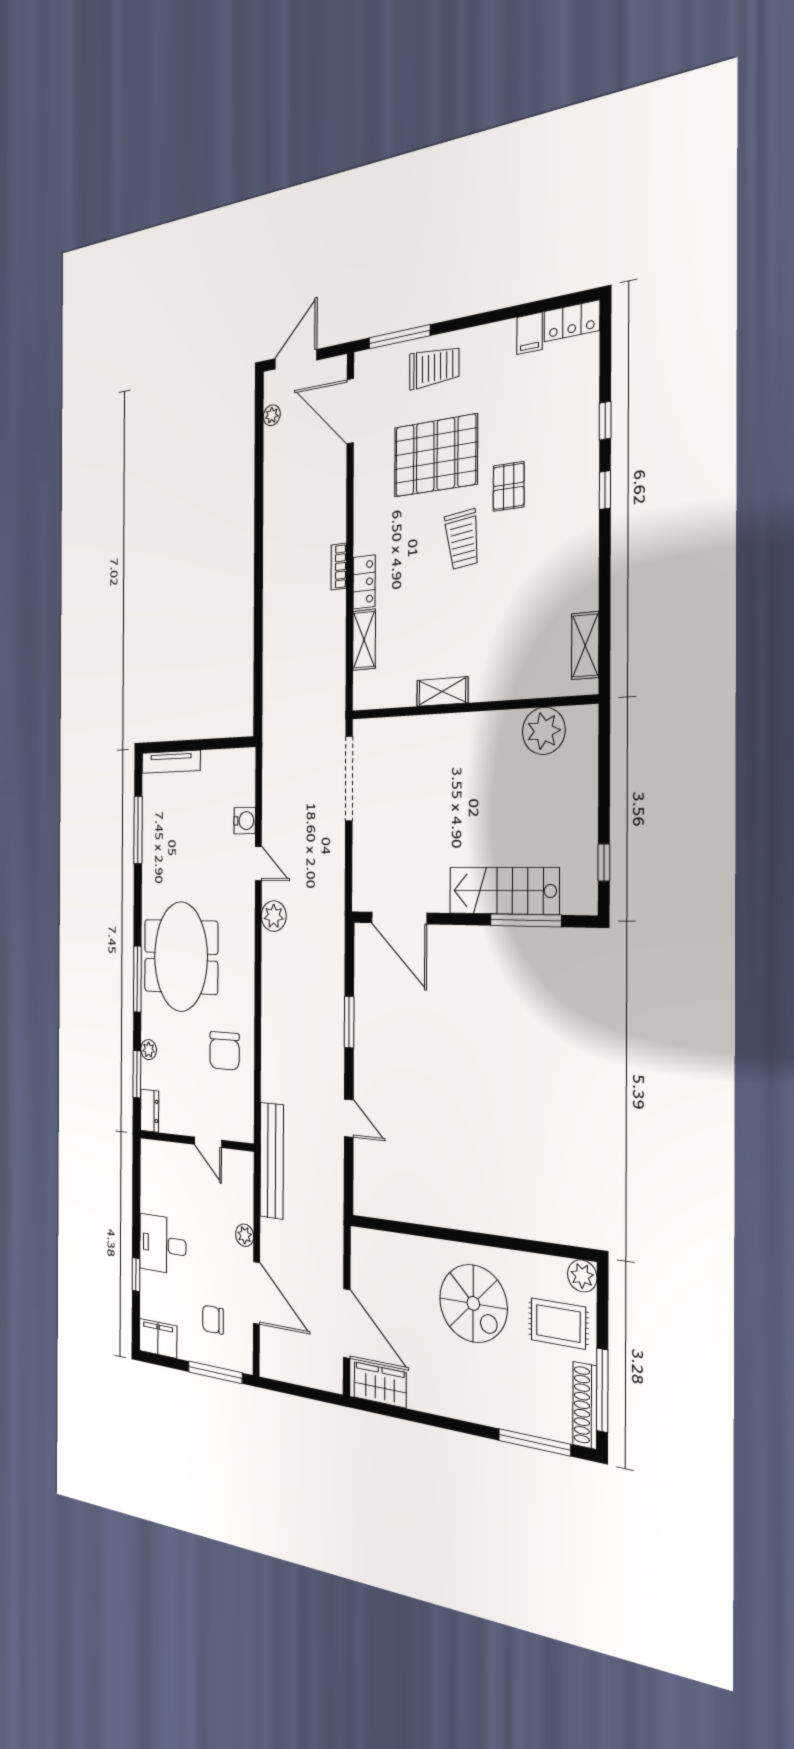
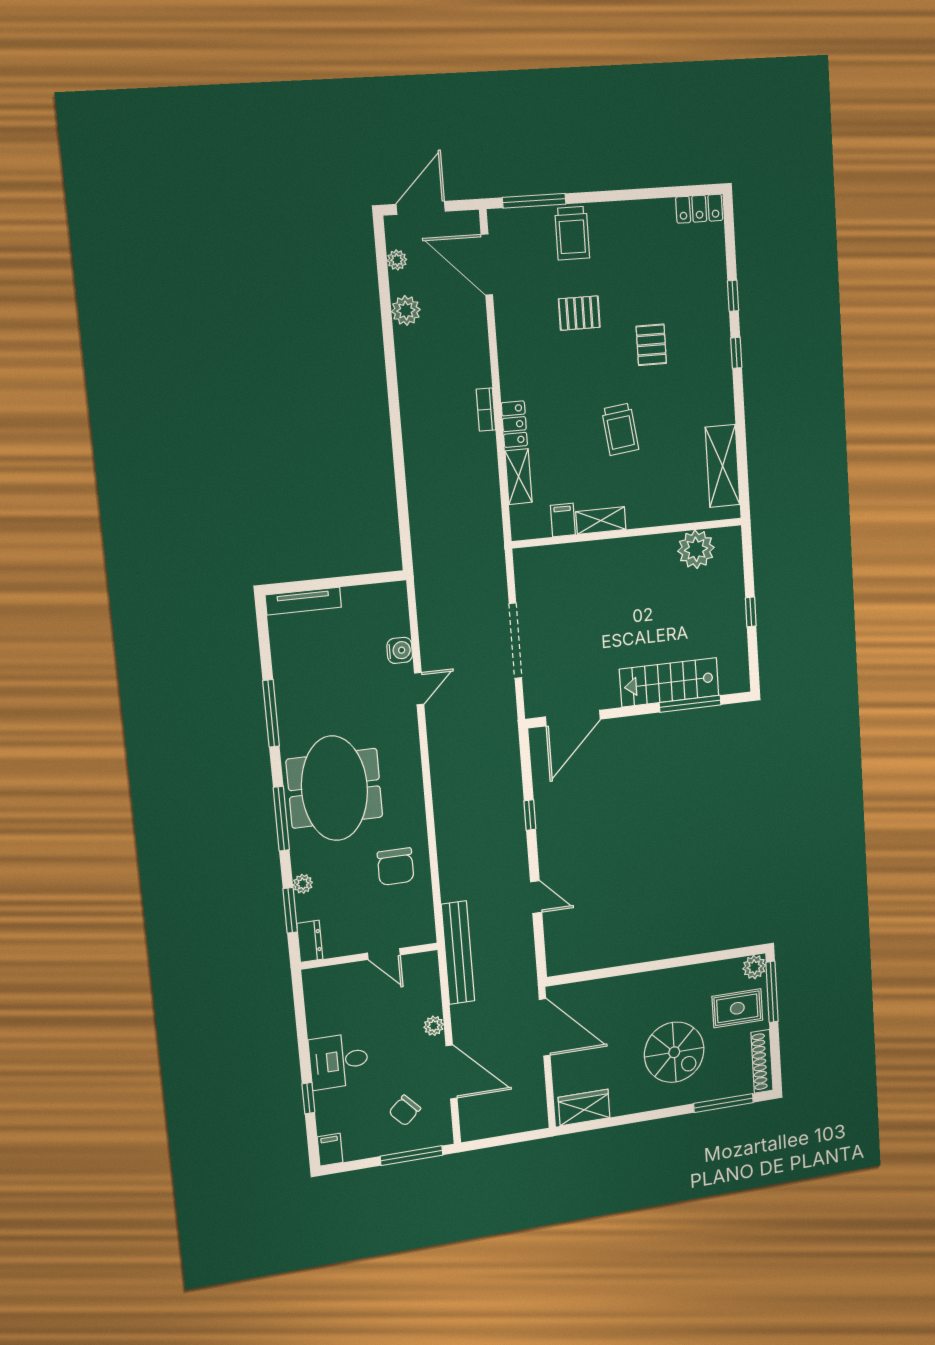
filing cabinet: (530, 333) -> (563, 520), moved, turned 180
trolley: (434, 367) -> (572, 233), turned 90
pallet: (436, 456) -> (579, 313), width x0.49, depth x0.50
trolley: (462, 539) -> (620, 429), moved
shelving: (585, 646) -> (723, 466), width x1.50, depth x1.33
doorway: (349, 779) -> (515, 641), moved
window: (138, 830) -> (271, 713), moved
window: (604, 862) -> (751, 612), moved
door: (258, 864) -> (419, 689), hinge flipped
plant: (274, 916) -> (406, 310), moved
door: (399, 918) -> (573, 718), hinge flipped
window: (349, 1022) -> (530, 815), width x0.67
spiral stairs: (473, 1303) -> (674, 1052), moved
chair: (213, 1320) -> (405, 1110), turned -43
door: (347, 1324) -> (545, 1027), moved
filing cabinet: (158, 1338) -> (330, 1150), width x0.50
window: (602, 1390) -> (772, 992), moved

